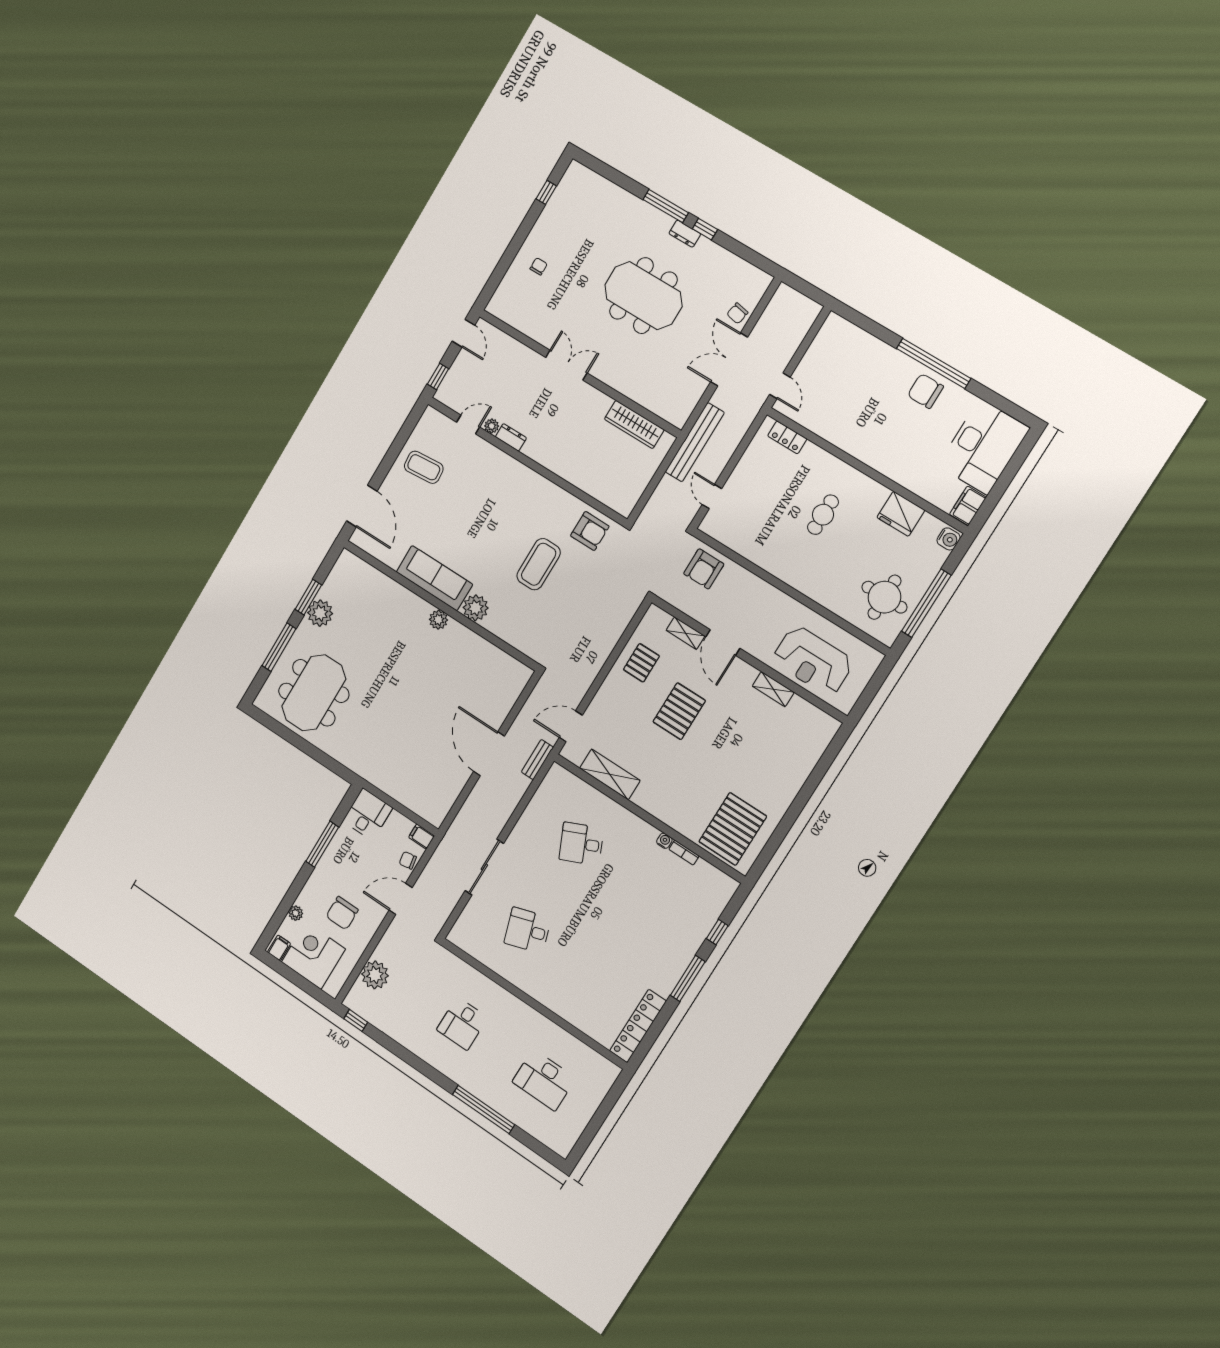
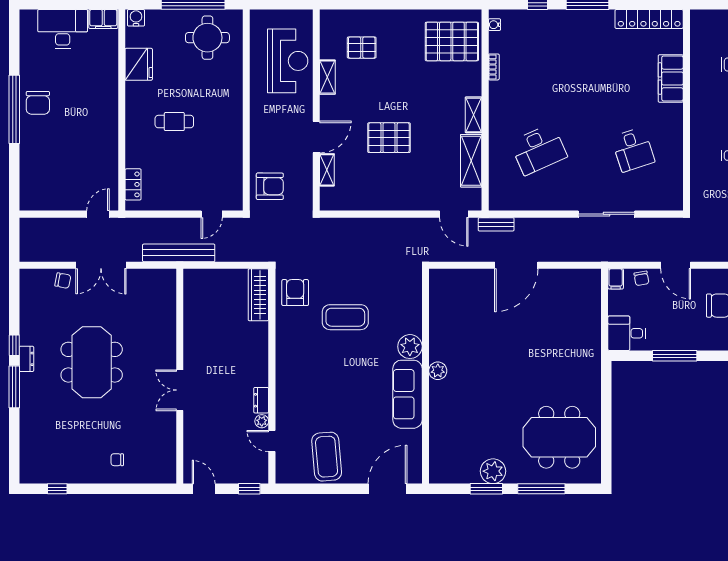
door: (463, 333) -> (204, 489), hinge flipped
wardrobe: (634, 424) -> (258, 295), moved, turned 180
desk: (983, 447) -> (63, 29), width x0.73, depth x0.77
coffee table: (424, 467) -> (327, 457), width x1.36, depth x1.32
pallet: (641, 663) -> (362, 48), moved
shelving: (651, 804) -> (474, 115), added
water cooler: (664, 841) -> (495, 25), moved
desk: (581, 844) -> (539, 149), width x1.37
filing cabinet: (571, 1008) -> (671, 78), added

